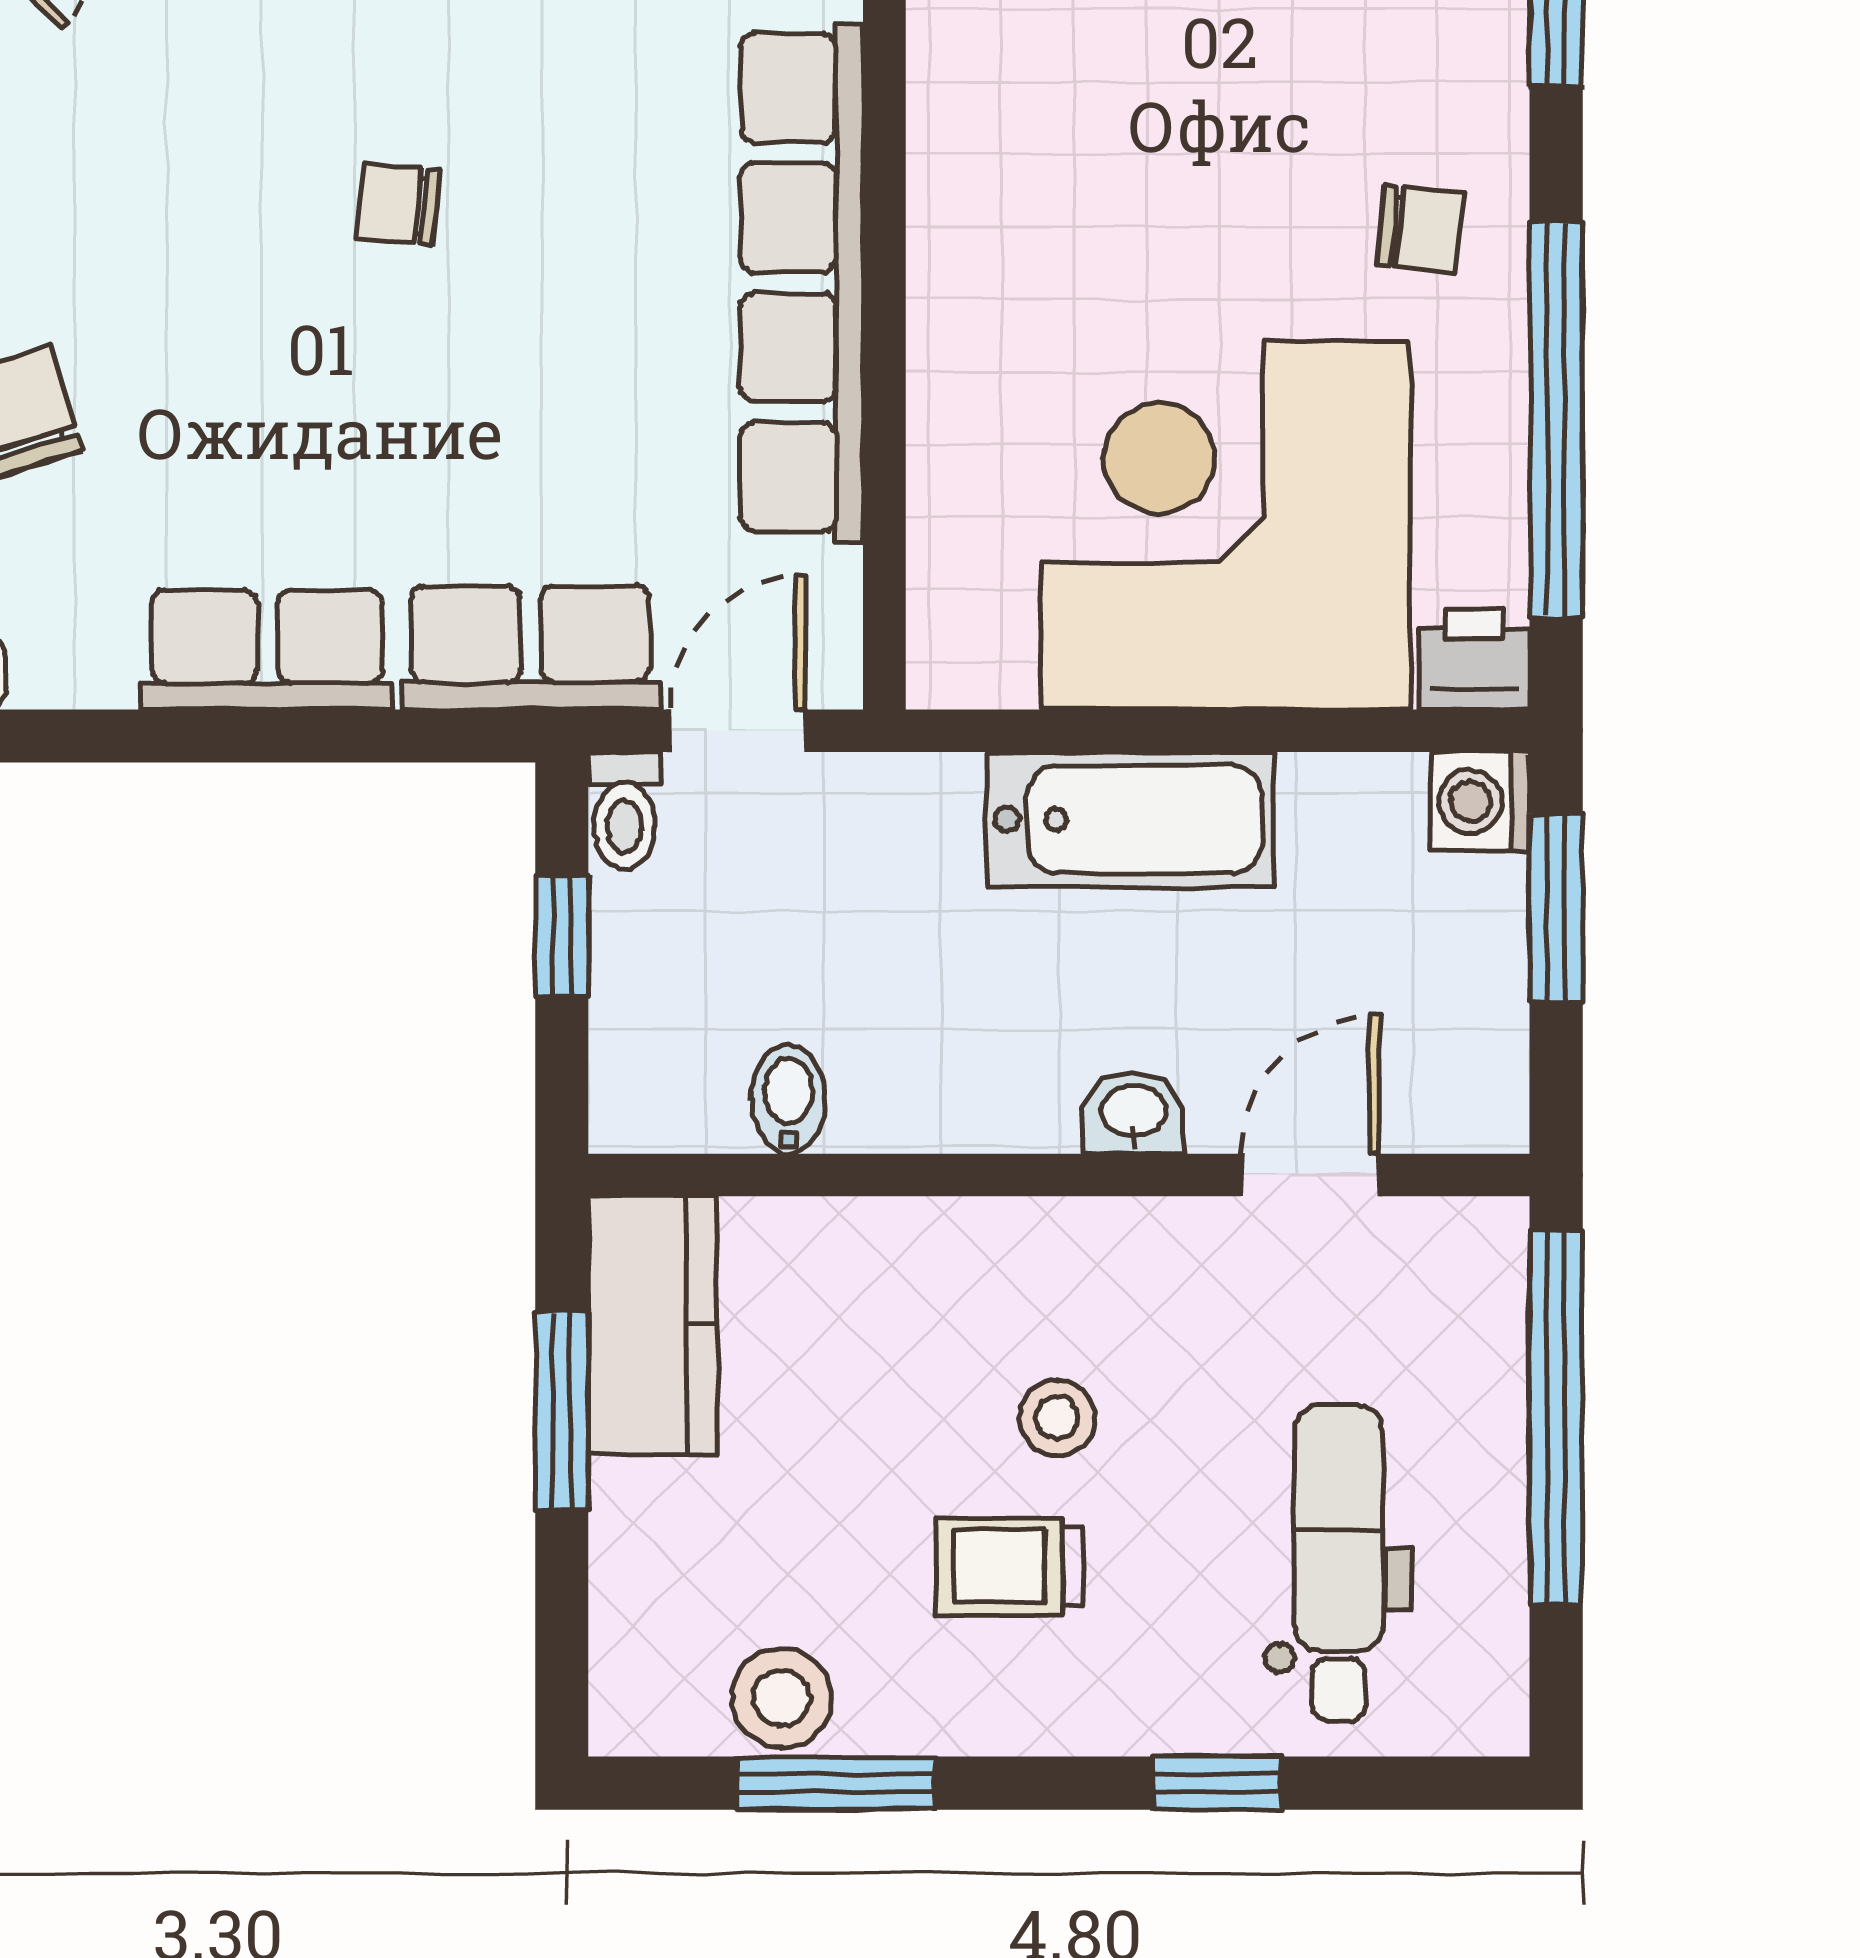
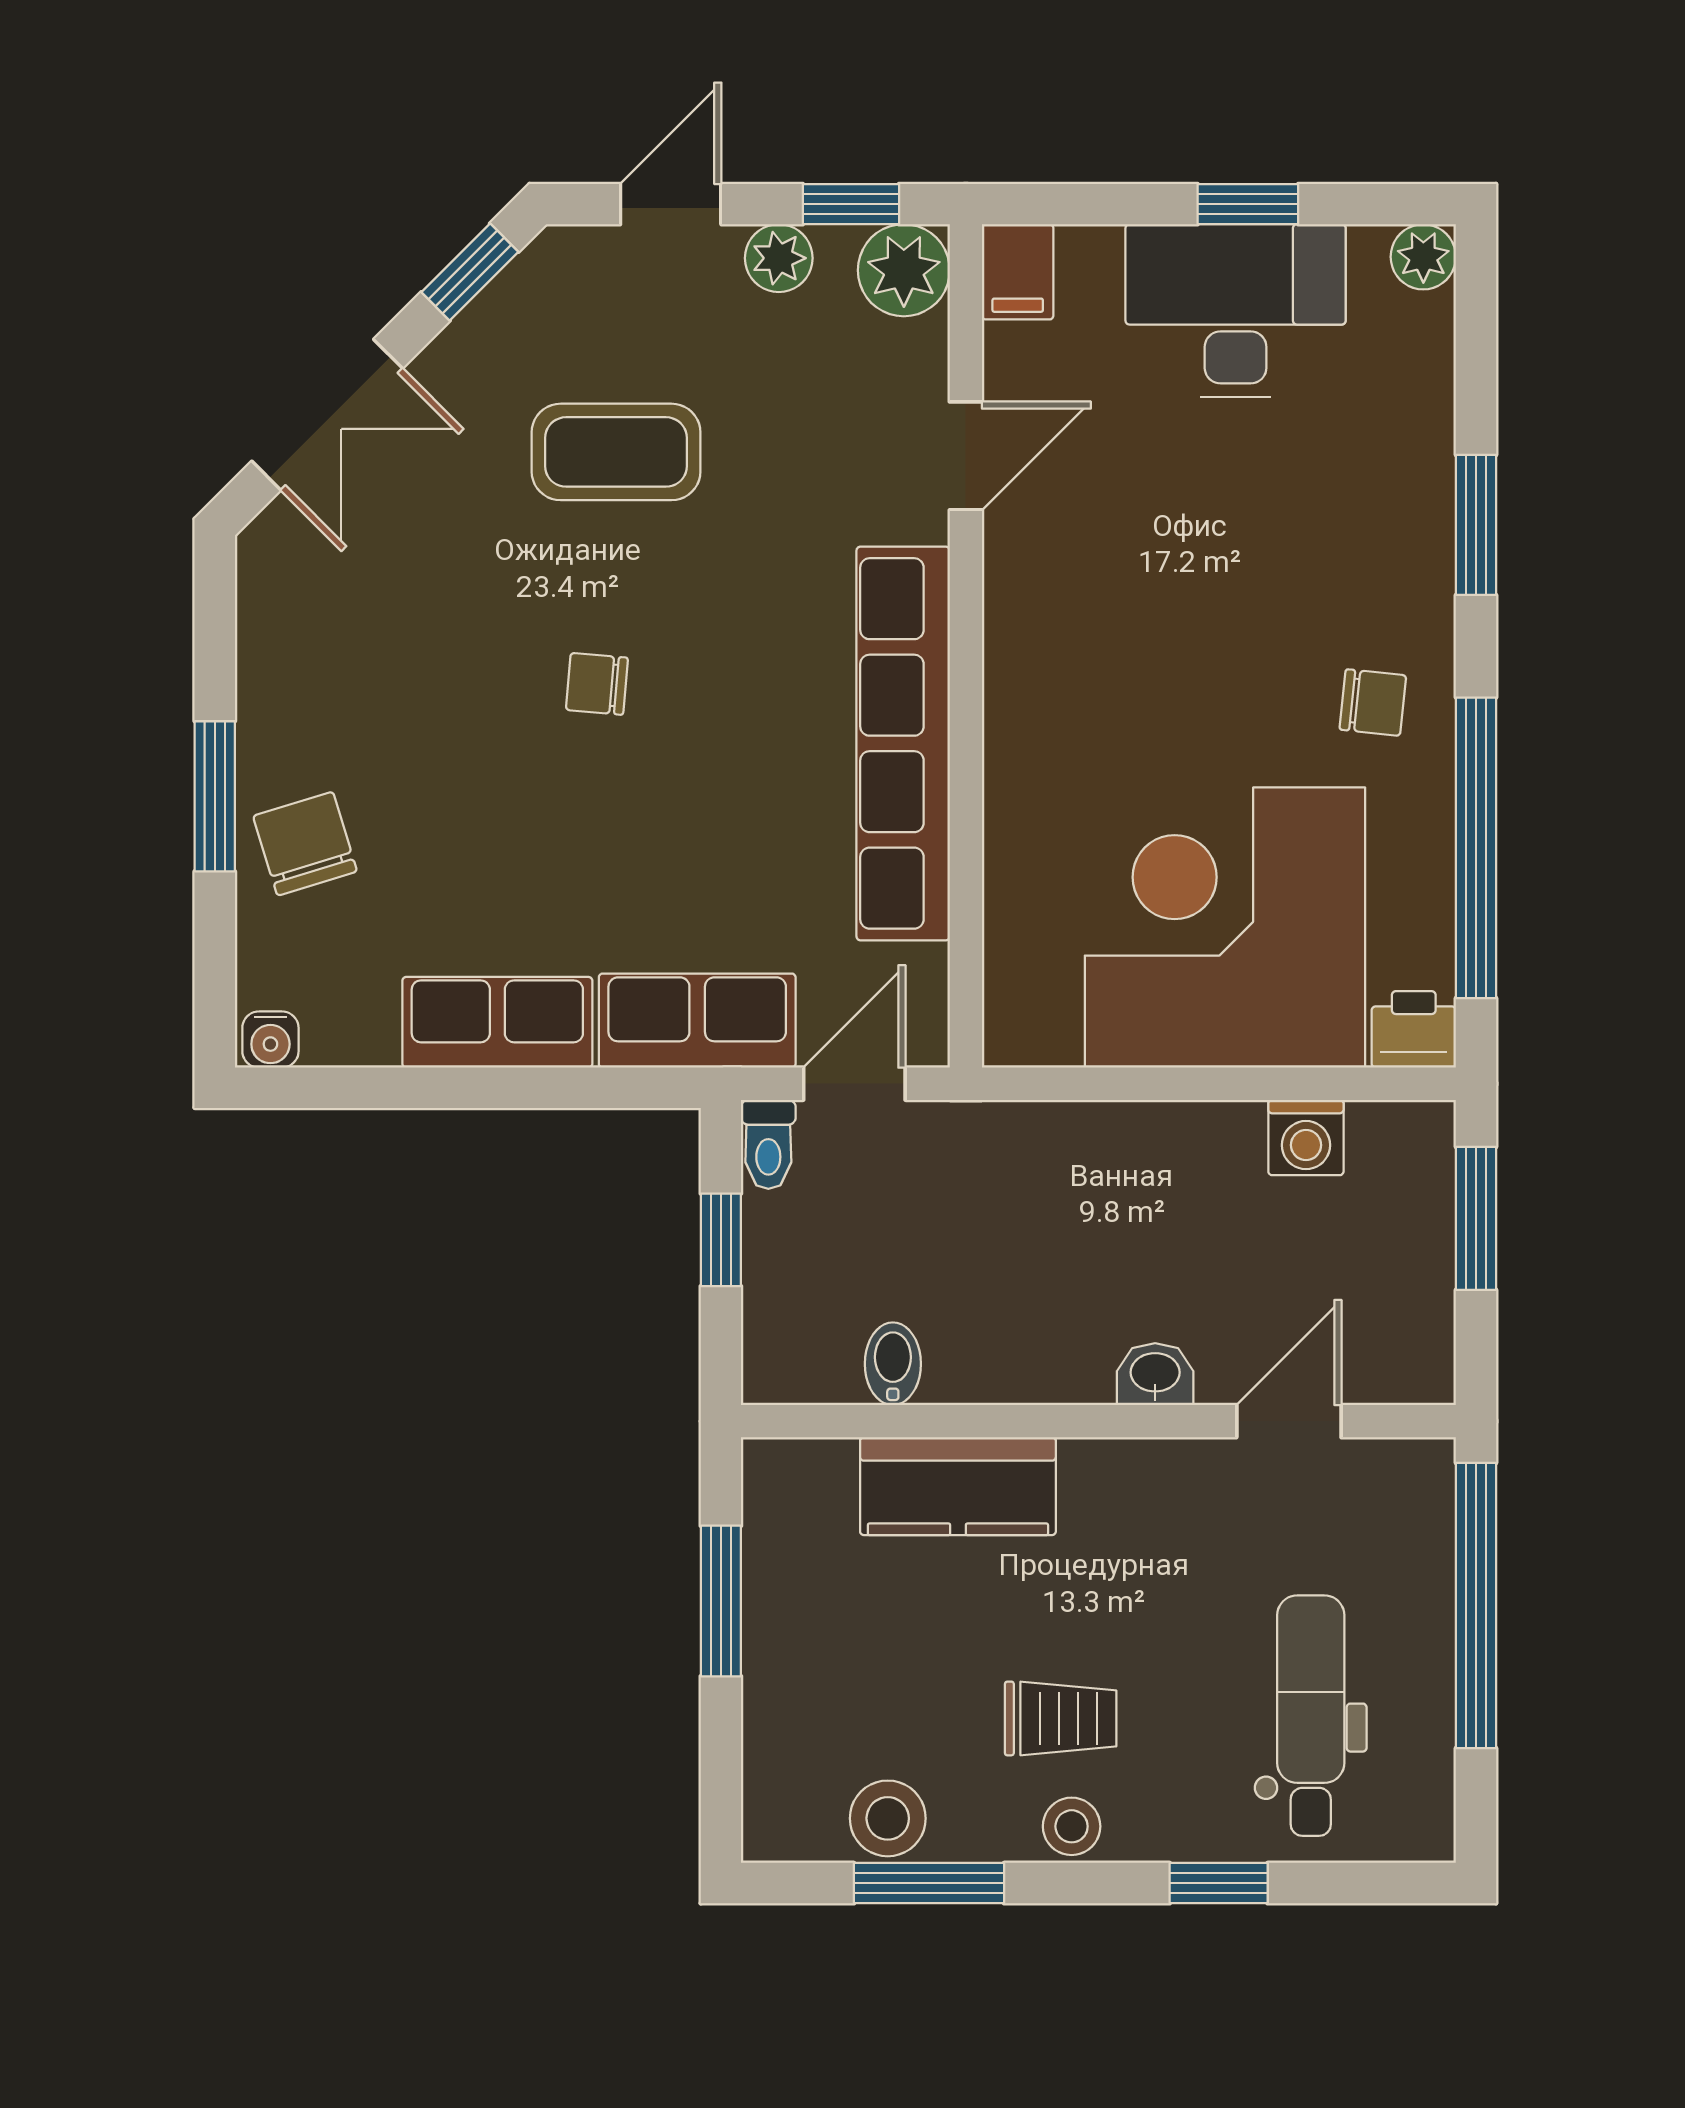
washing machine: (1480, 801) -> (1306, 1138), moved, turned -90
bathtub: (1130, 820) -> (1153, 1151), removed
kitchen counter: (653, 1325) -> (958, 1486), moved, turned 90
stool: (1057, 1418) -> (1072, 1826), moved
trolley: (1009, 1566) -> (1061, 1718), turned 180

